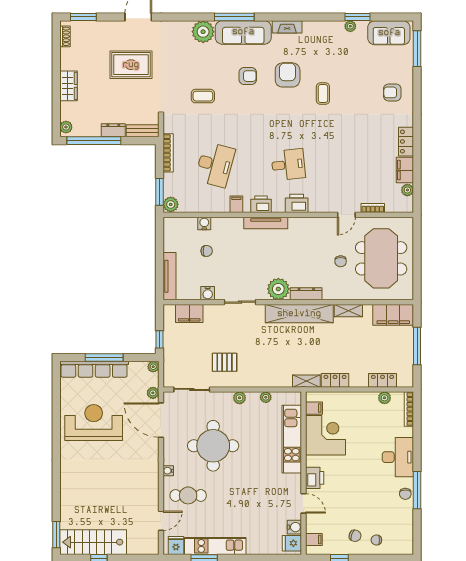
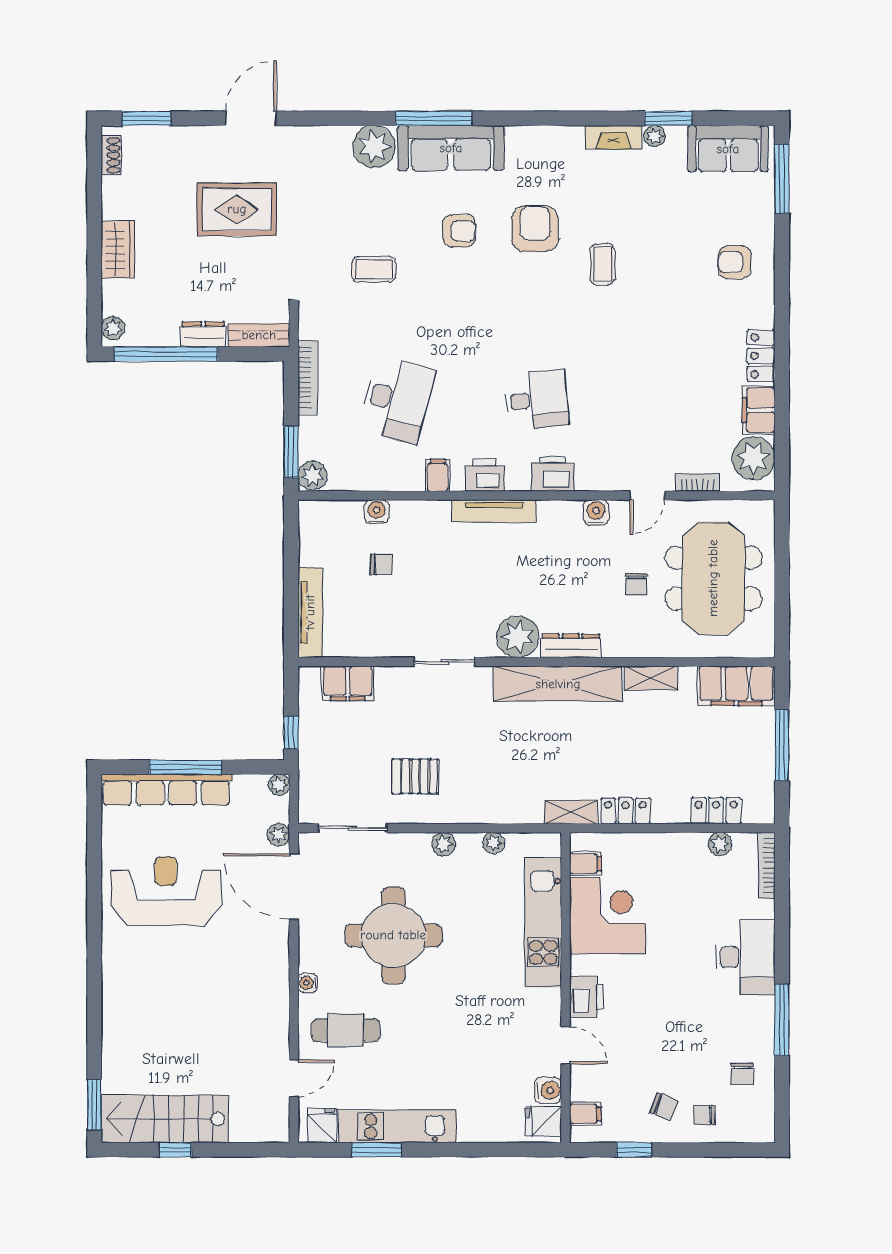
fireplace: (287, 27) -> (614, 137), moved
plant: (407, 190) -> (753, 458), width x1.87, depth x1.87
water cooler: (208, 293) -> (596, 513), moved, turned 180
chair: (405, 494) -> (742, 1074), moved

